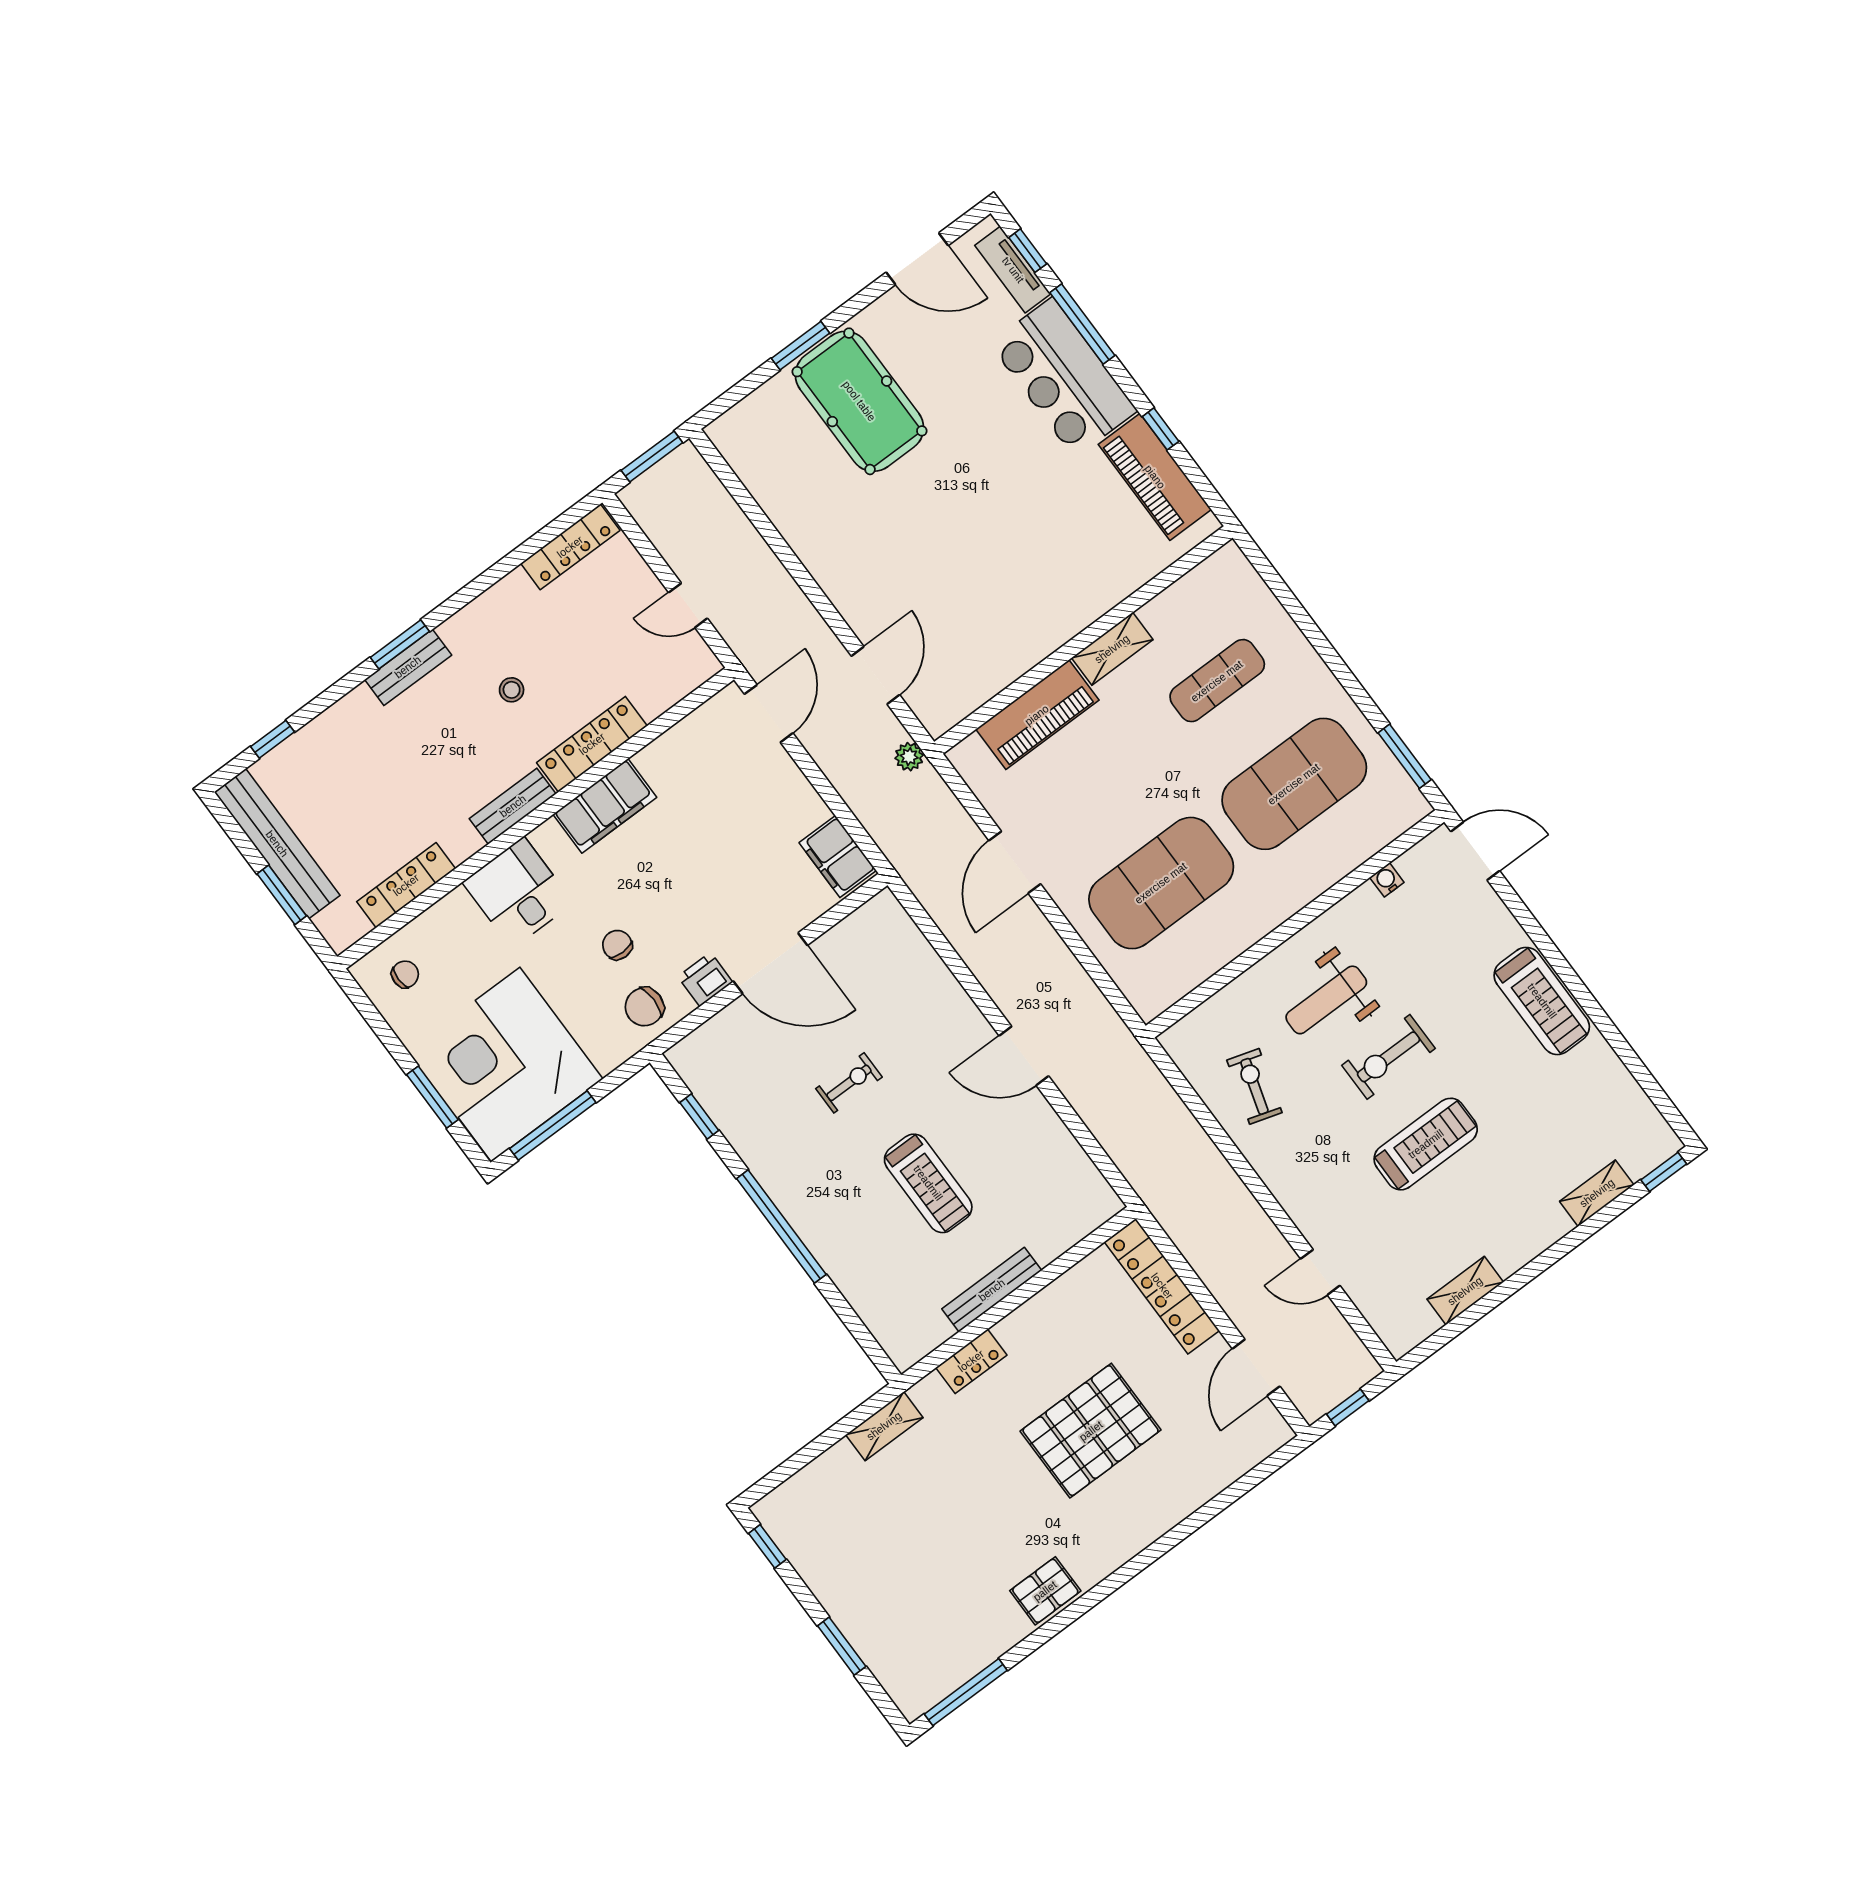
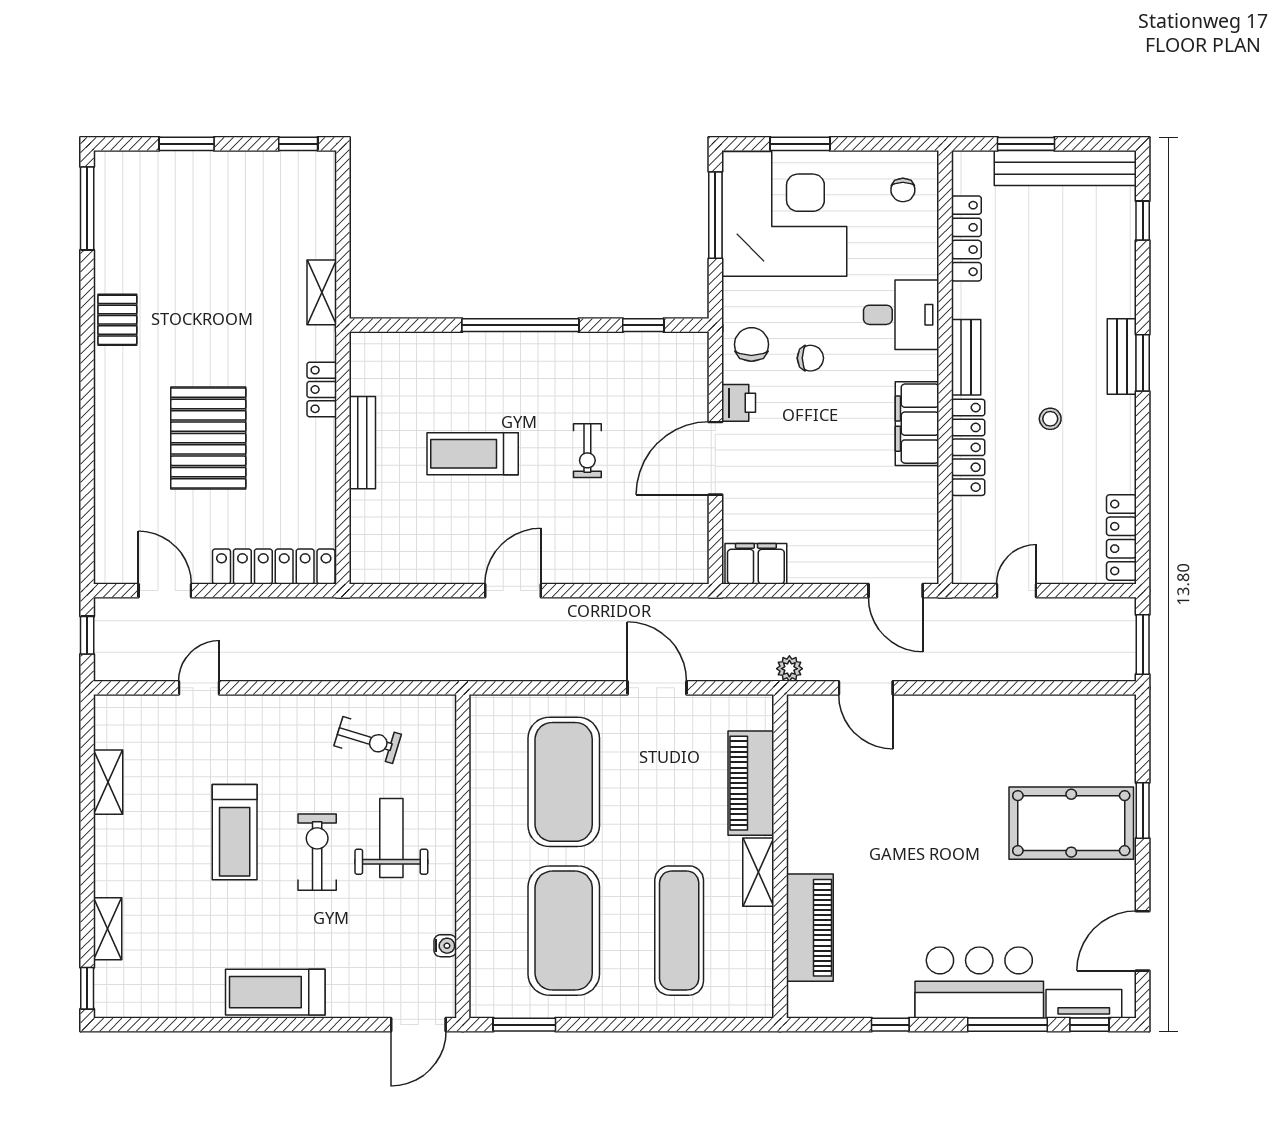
piano: (1155, 477) -> (810, 928), moved, turned 90
exercise mat: (1217, 681) -> (679, 931), width x1.36, depth x1.45

